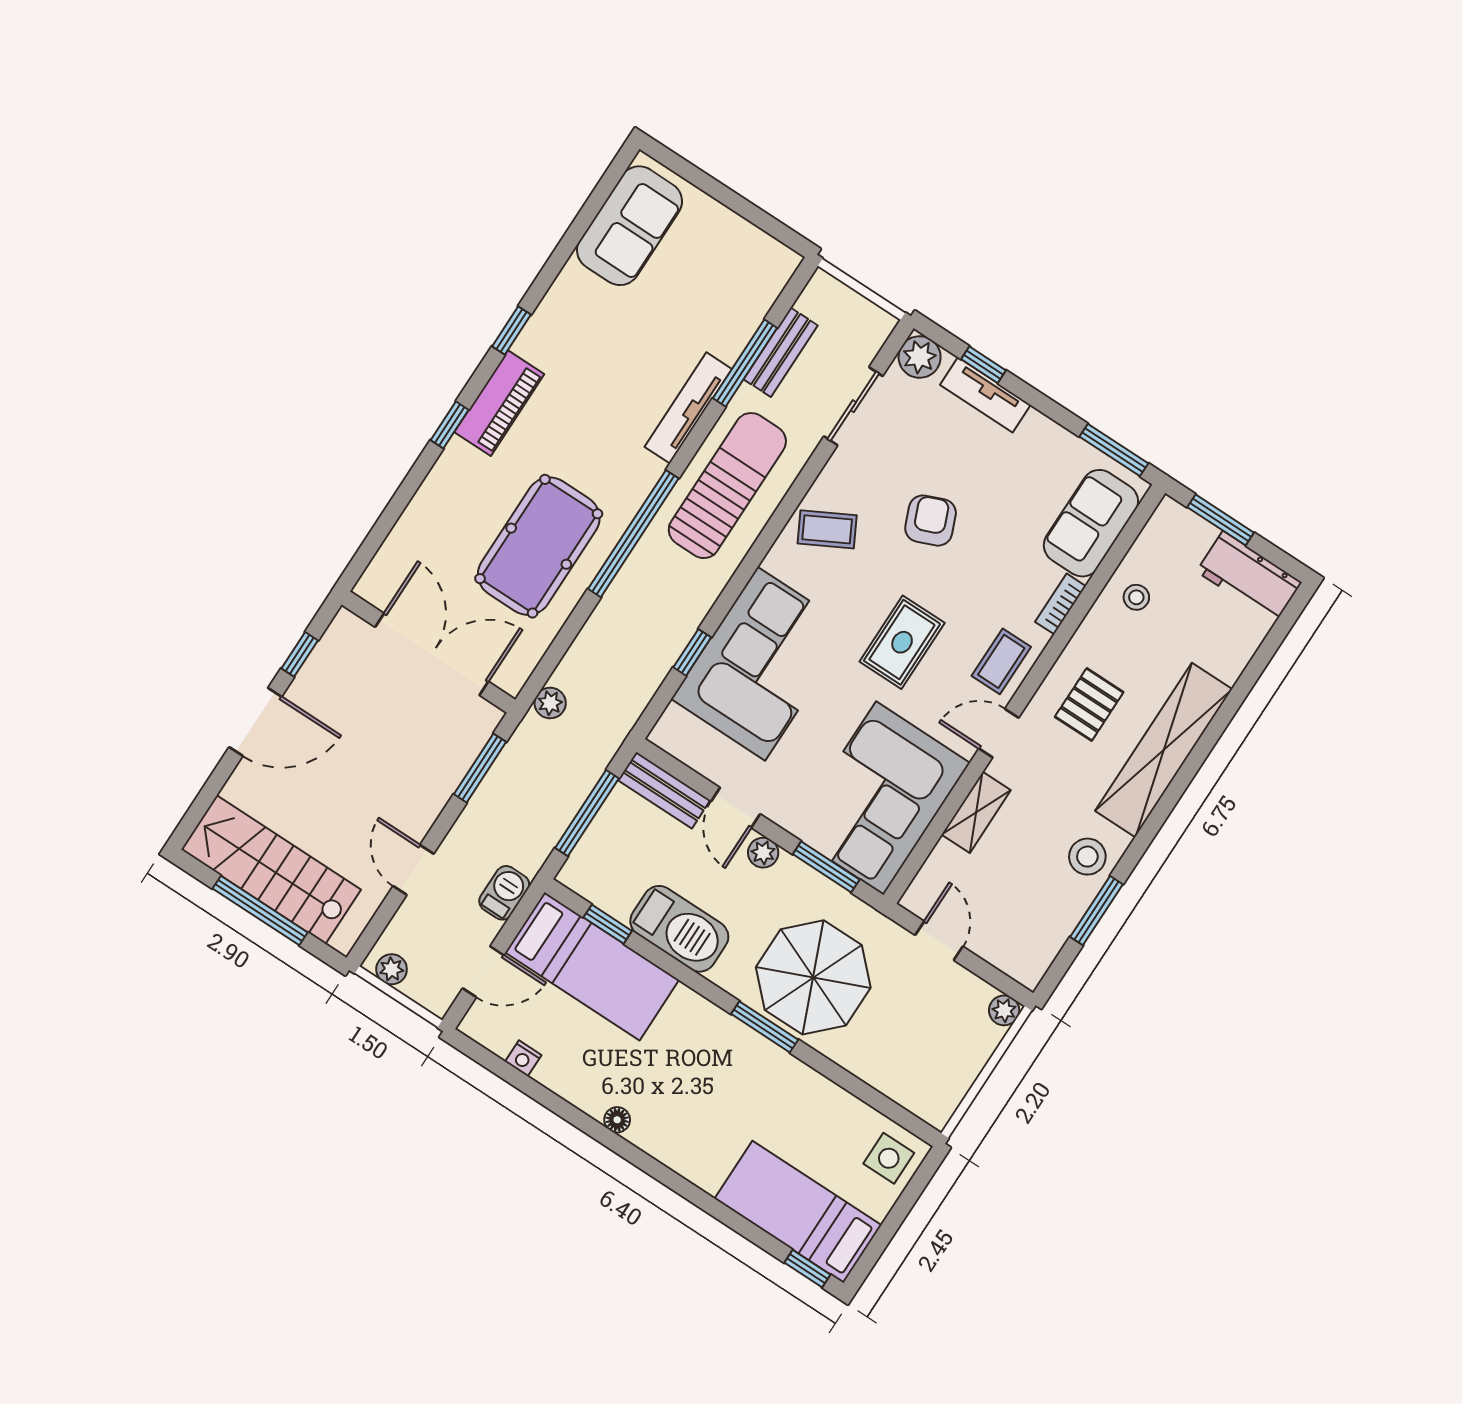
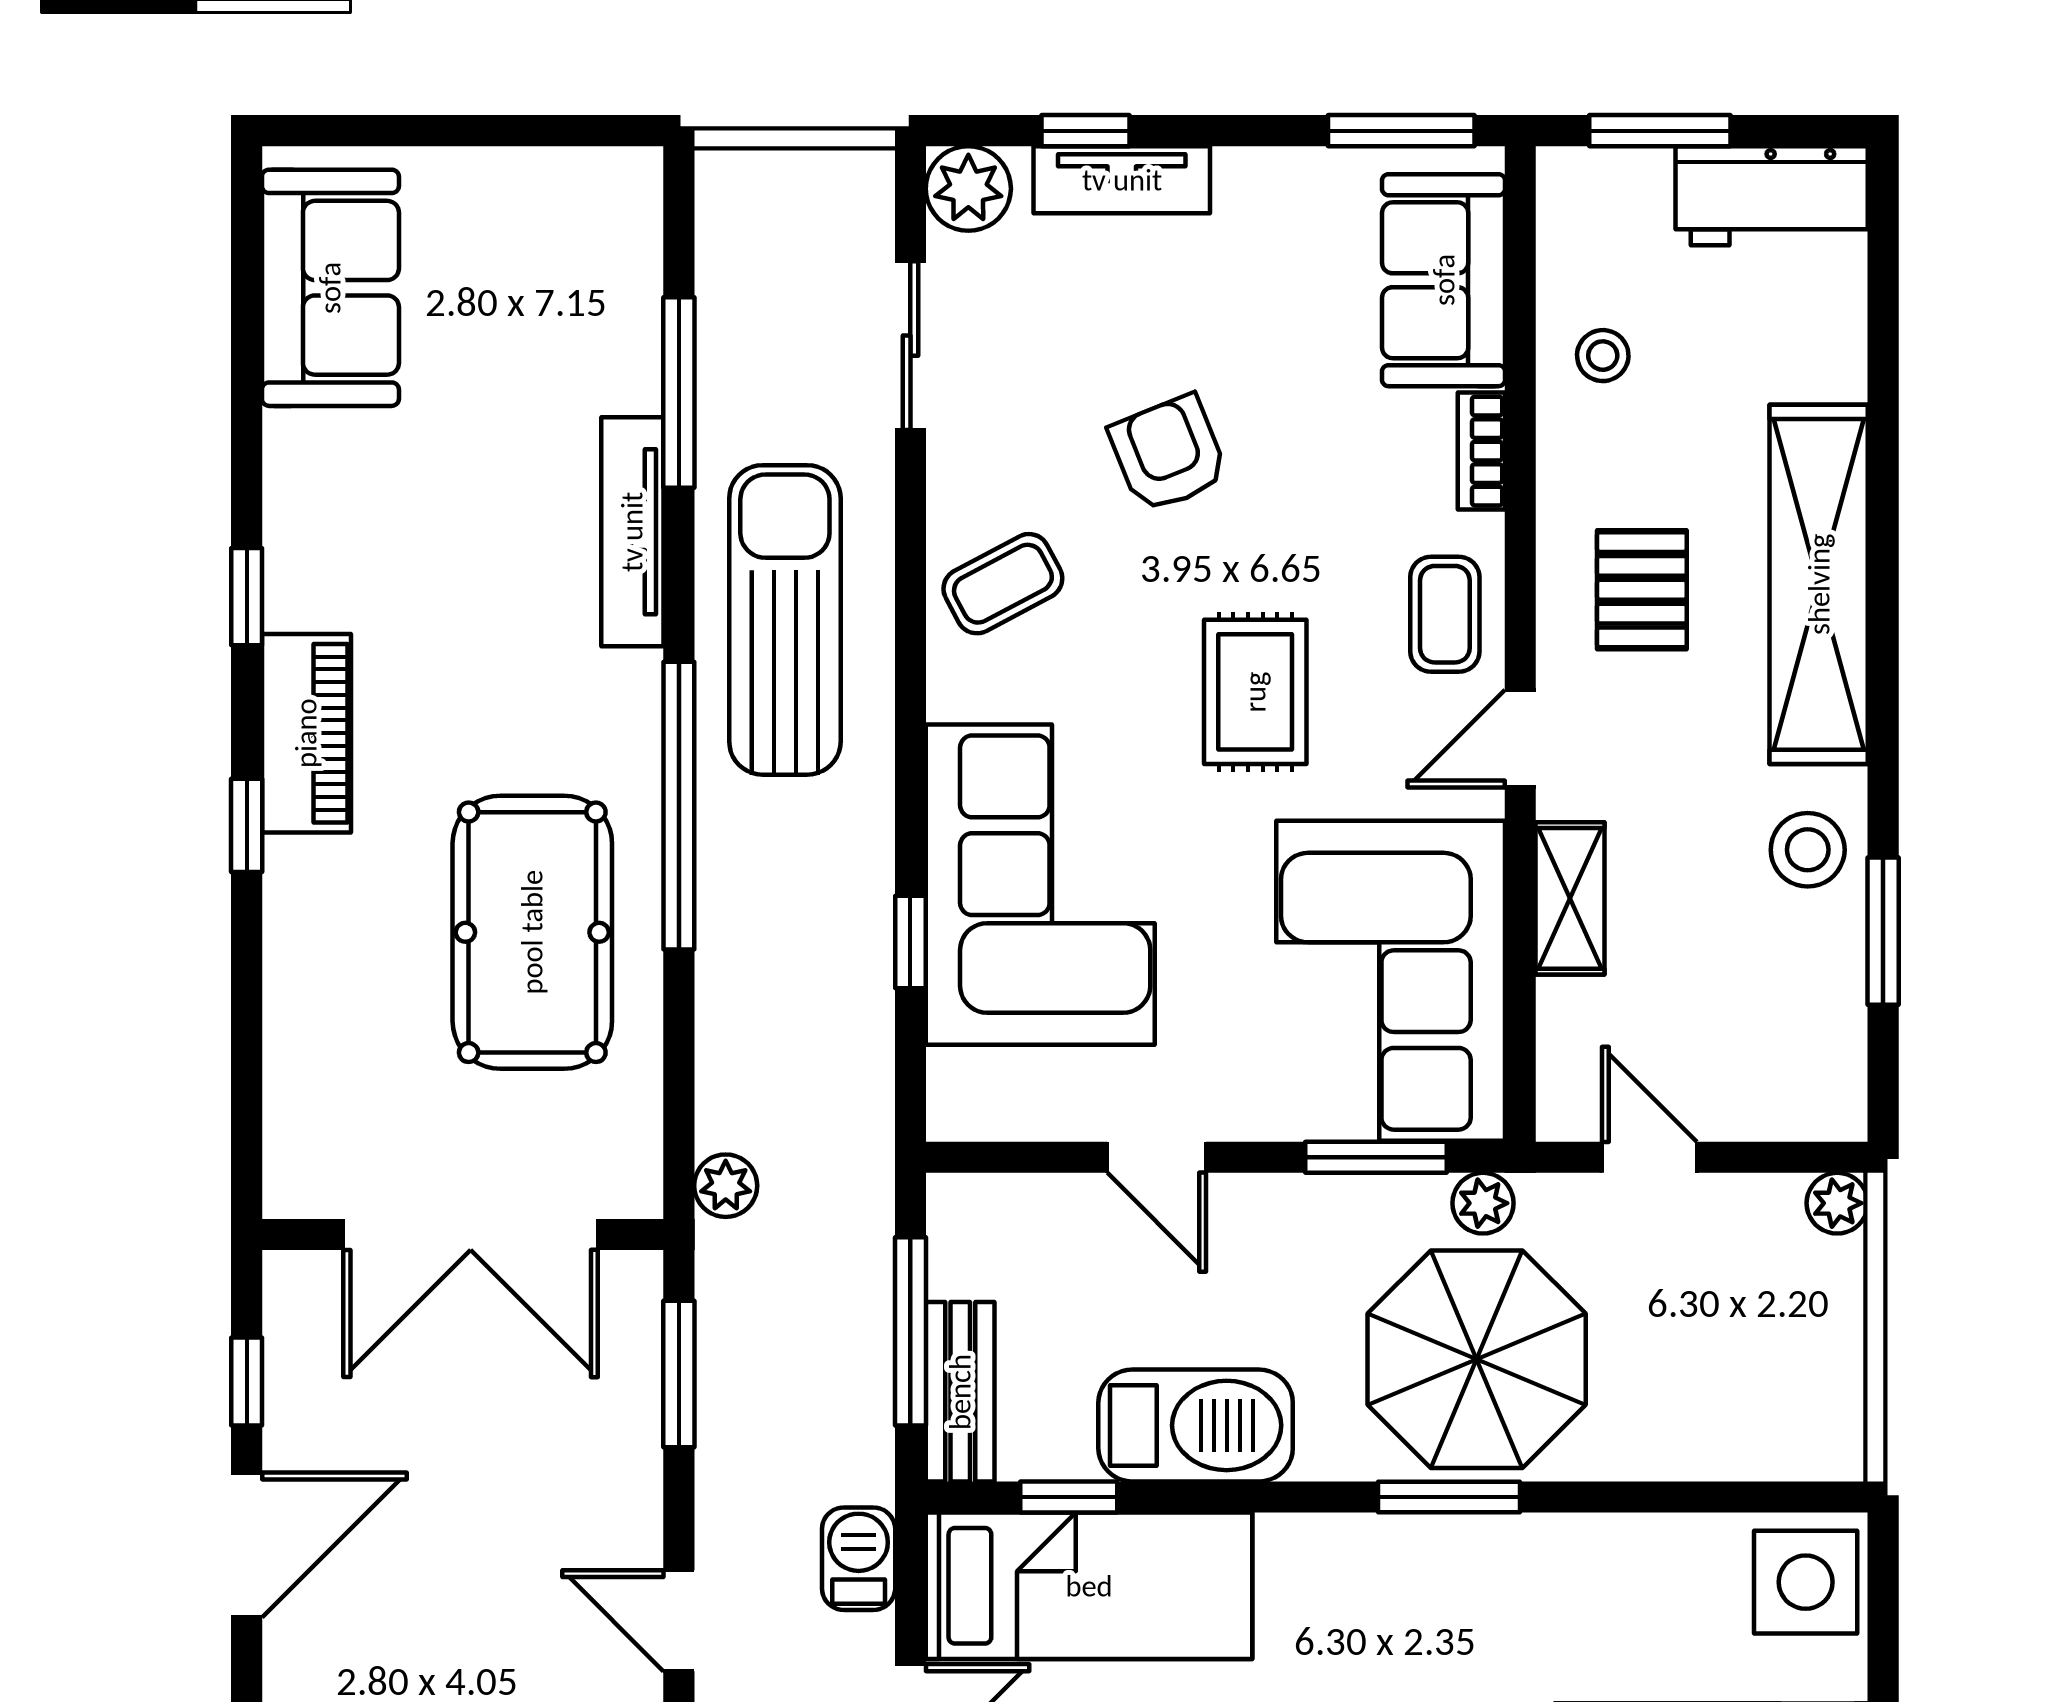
bench: (781, 352) -> (728, 335), removed
double door: (432, 654) -> (471, 1234), swing flipped
bench: (664, 790) -> (960, 1392), moved, turned 90
plant: (763, 853) -> (1483, 1203), moved
side table: (889, 1158) -> (1806, 1582), width x1.37, depth x1.37

